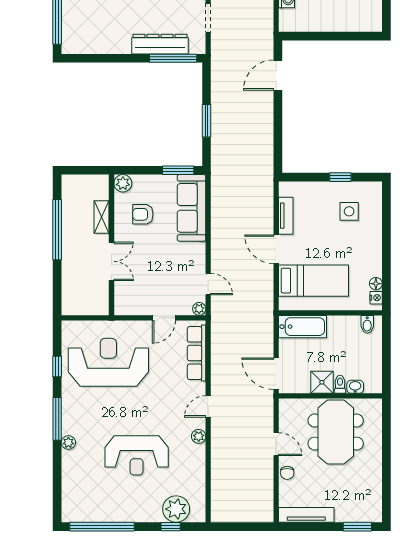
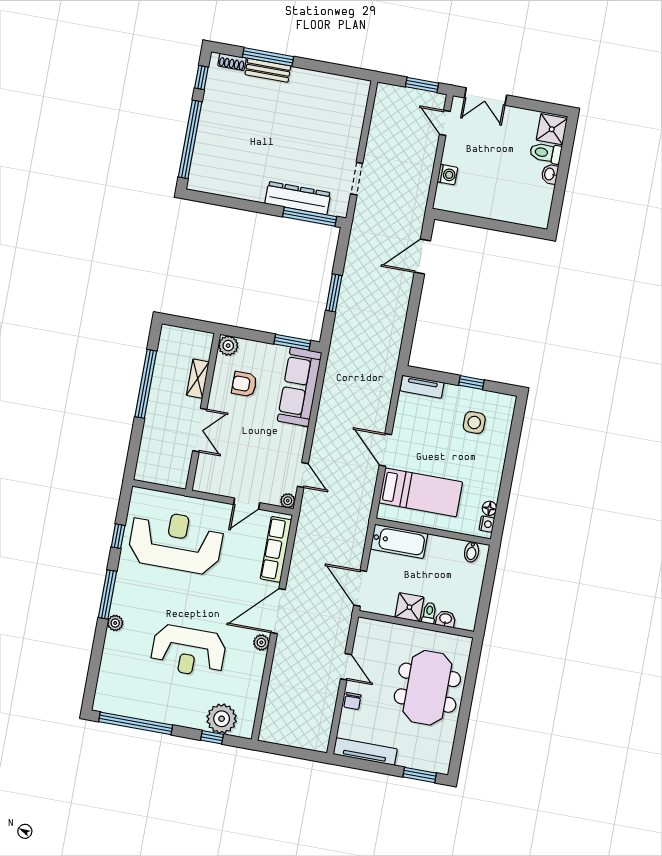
tv unit: (286, 216) -> (422, 387), moved, turned 90
door: (208, 406) -> (278, 611), width x1.88
meeting table: (336, 432) -> (427, 688), moved

